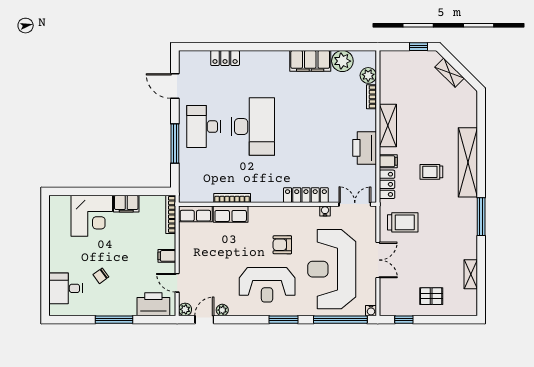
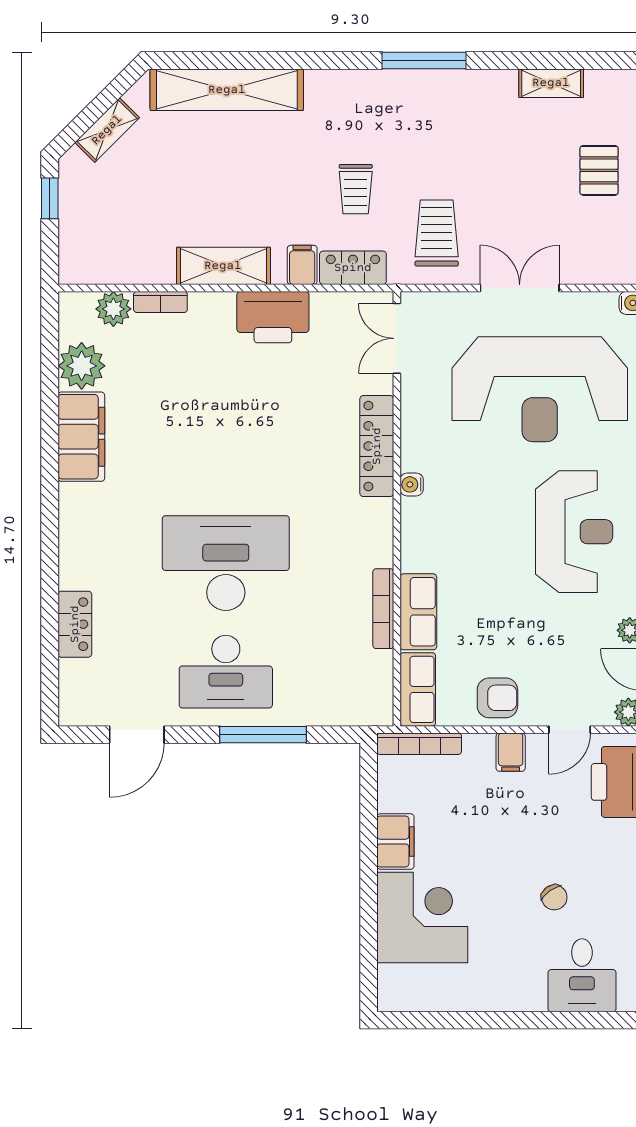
shelving: (468, 162) -> (227, 90), moved
trolley: (431, 172) -> (356, 189), moved
water cooler: (325, 211) -> (412, 484), moved
armchair: (282, 245) -> (497, 698), moved, turned -90

